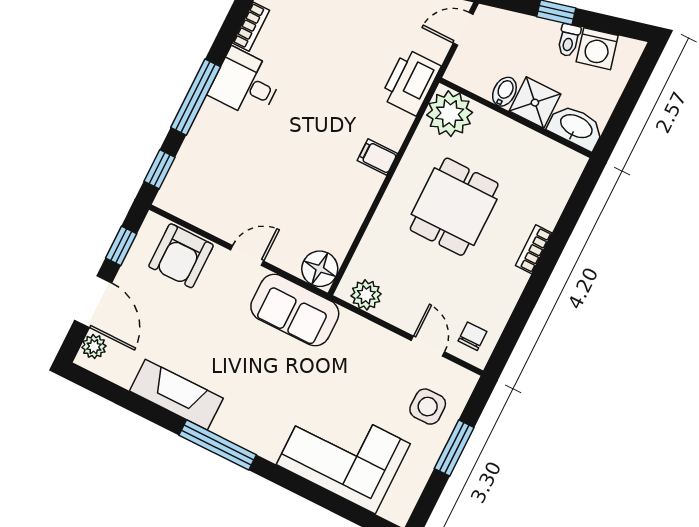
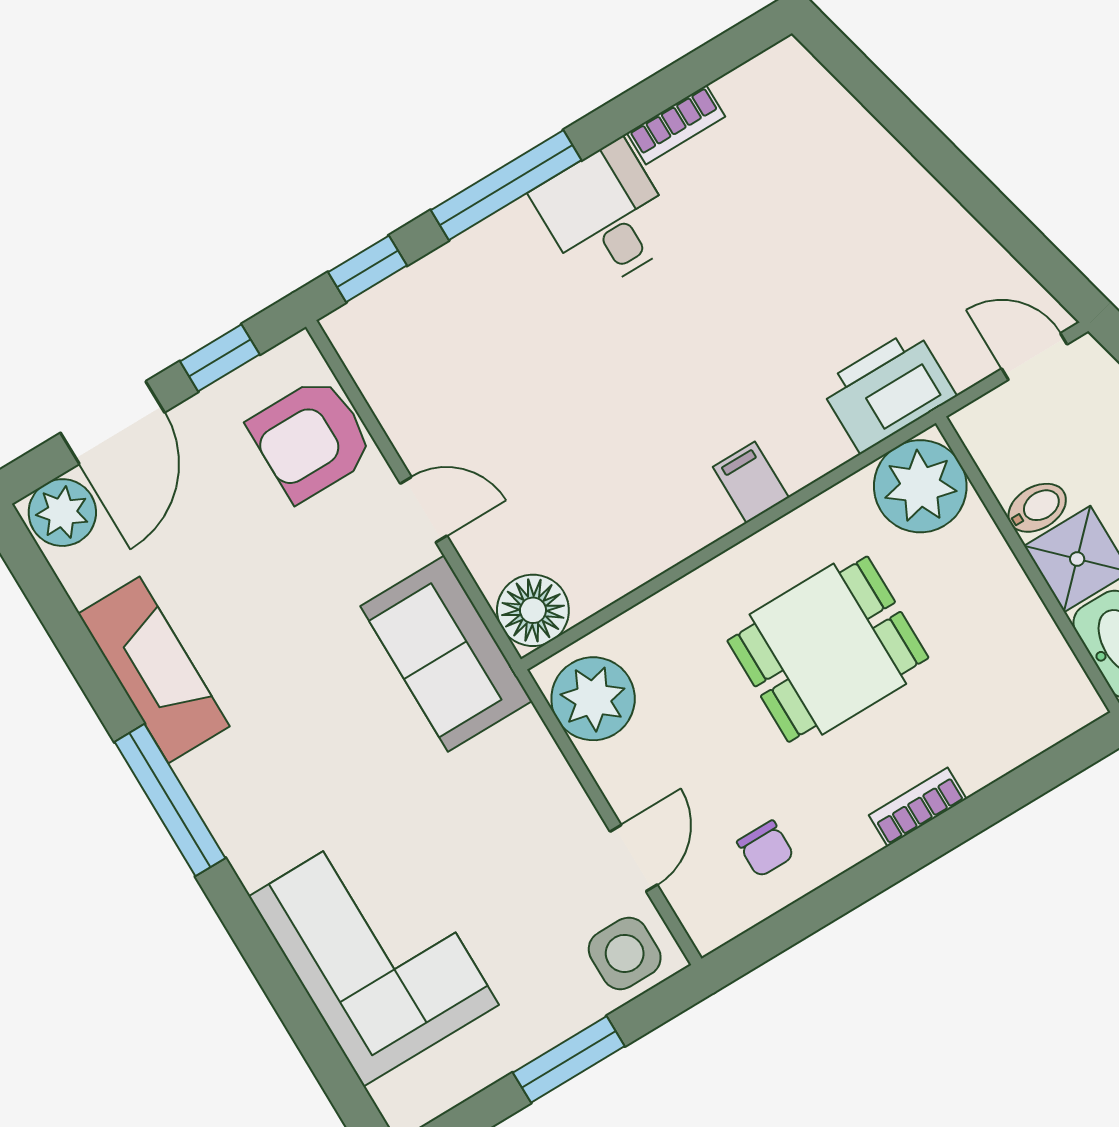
plant: (366, 295) -> (593, 699), width x1.36, depth x1.36
chair: (472, 336) -> (766, 849), moved, turned 90
plant: (94, 347) -> (62, 513), width x1.38, depth x1.38
side table: (428, 407) -> (625, 953), moved

